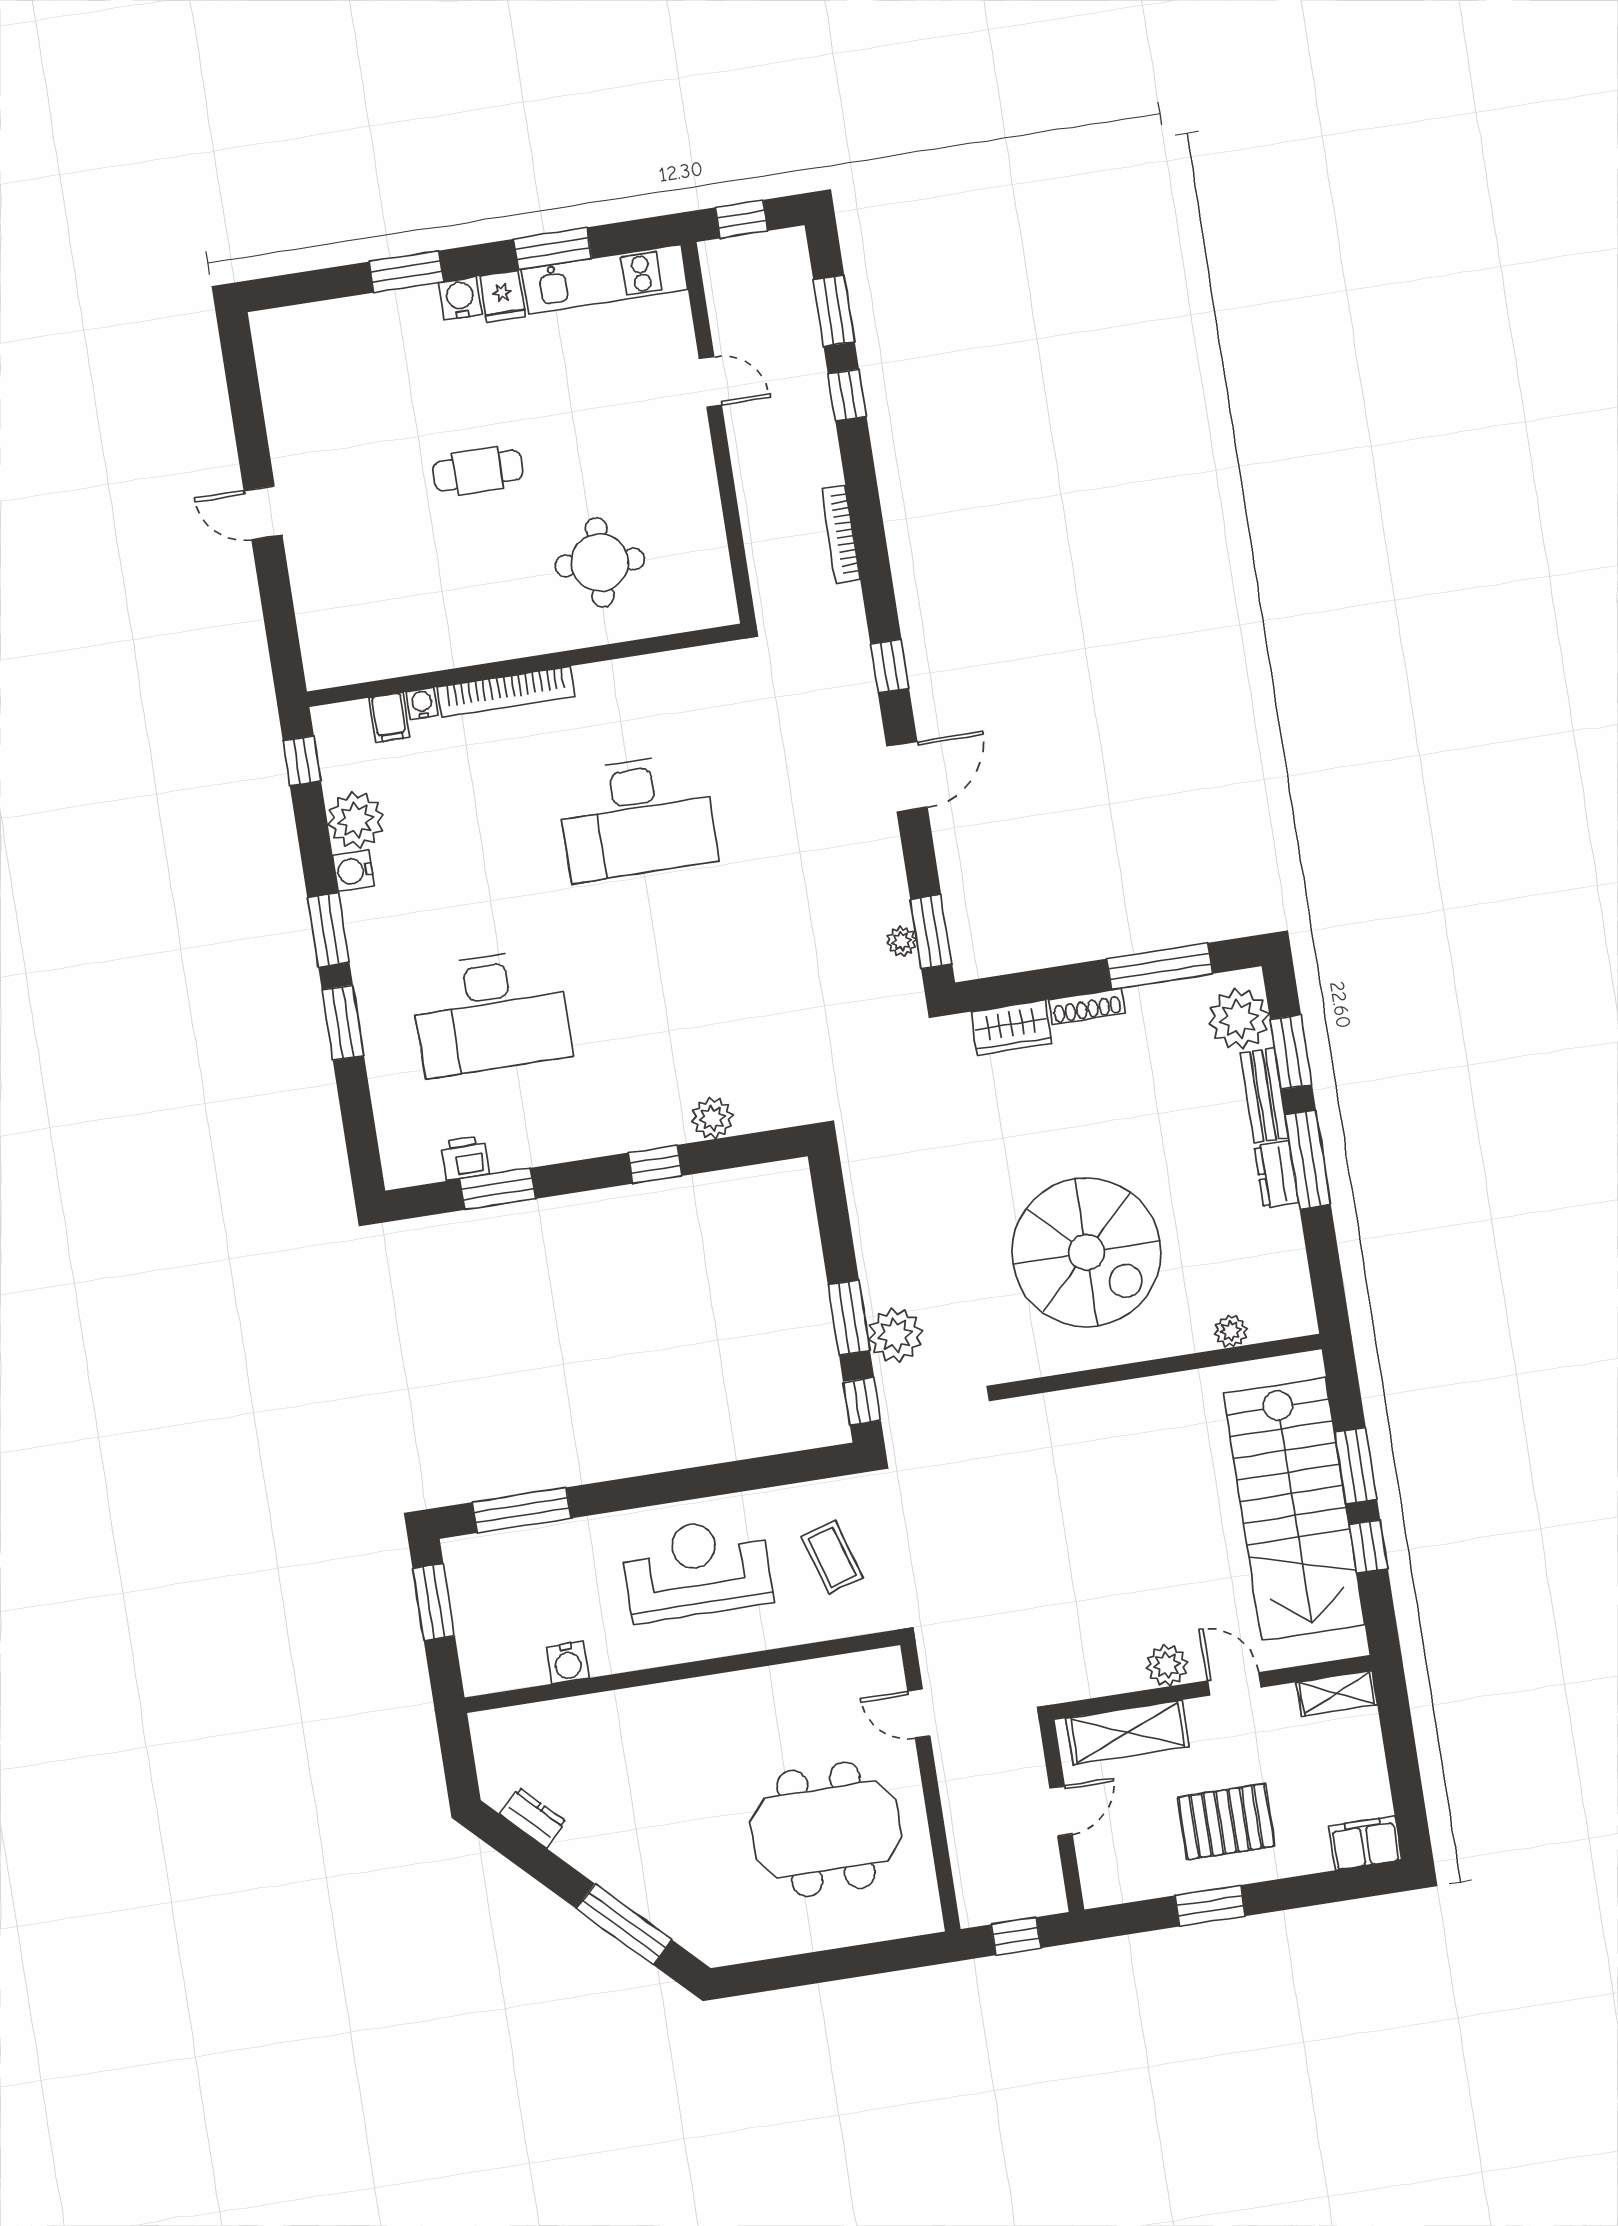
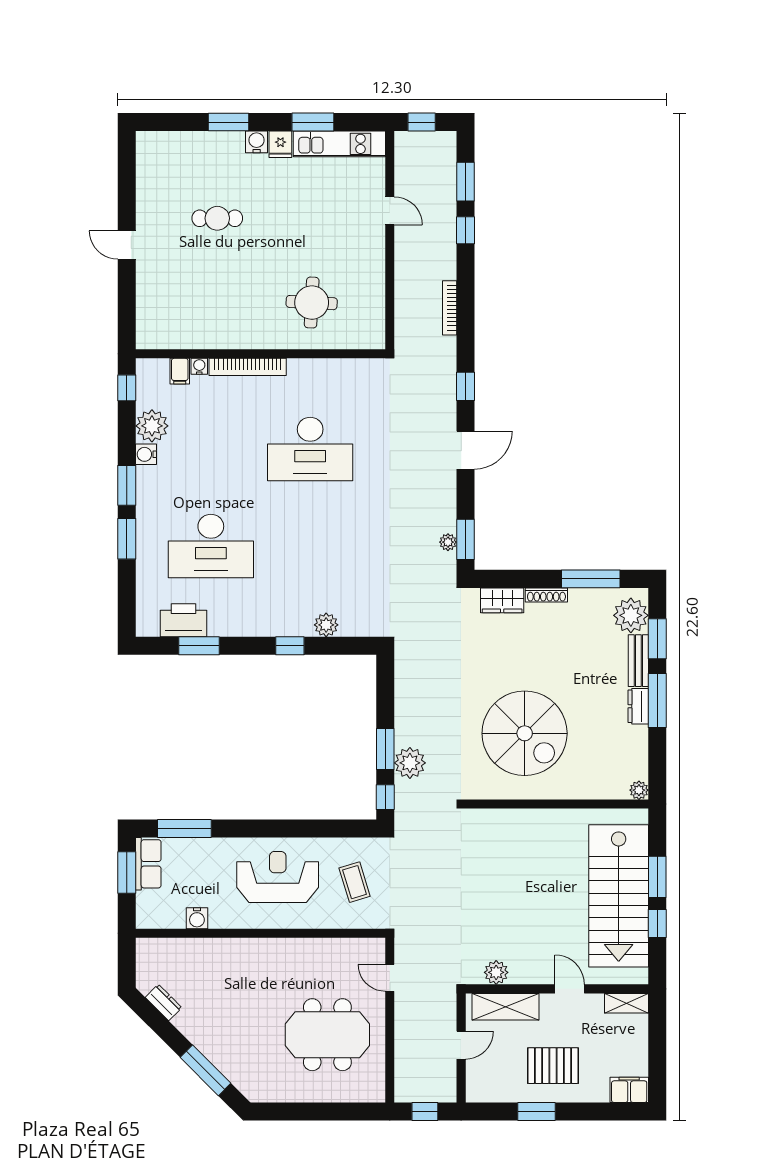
cafe table: (478, 471) -> (217, 218), moved
printer: (465, 1158) -> (183, 620), width x1.87, depth x1.48
plant: (1231, 1331) -> (639, 790), moved
row of seats: (469, 1581) -> (148, 864), added
plant: (1167, 1665) -> (496, 972), moved

